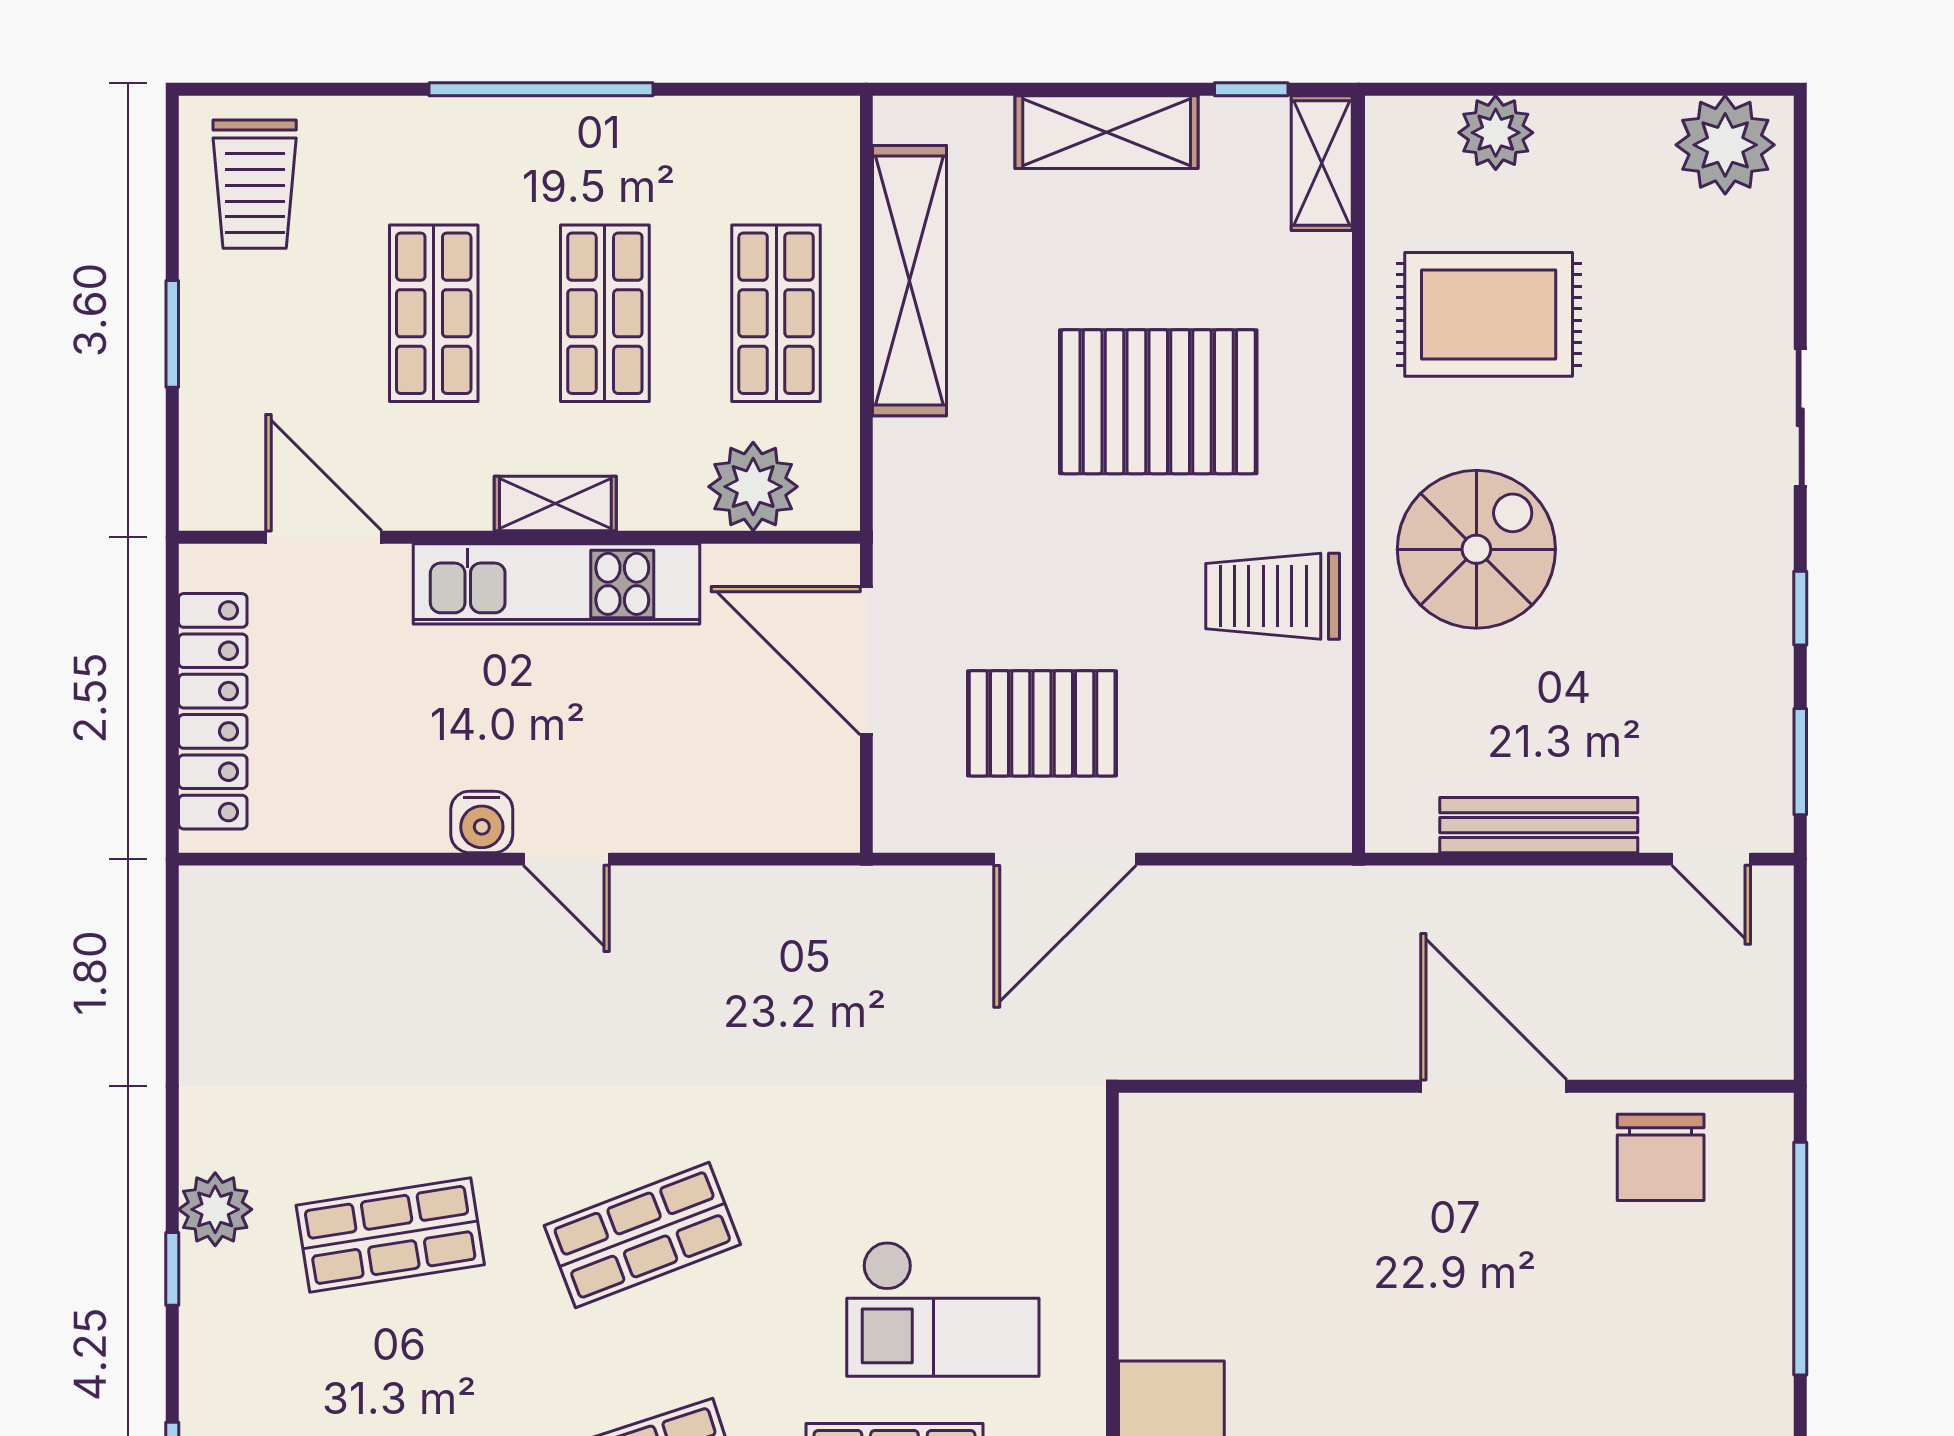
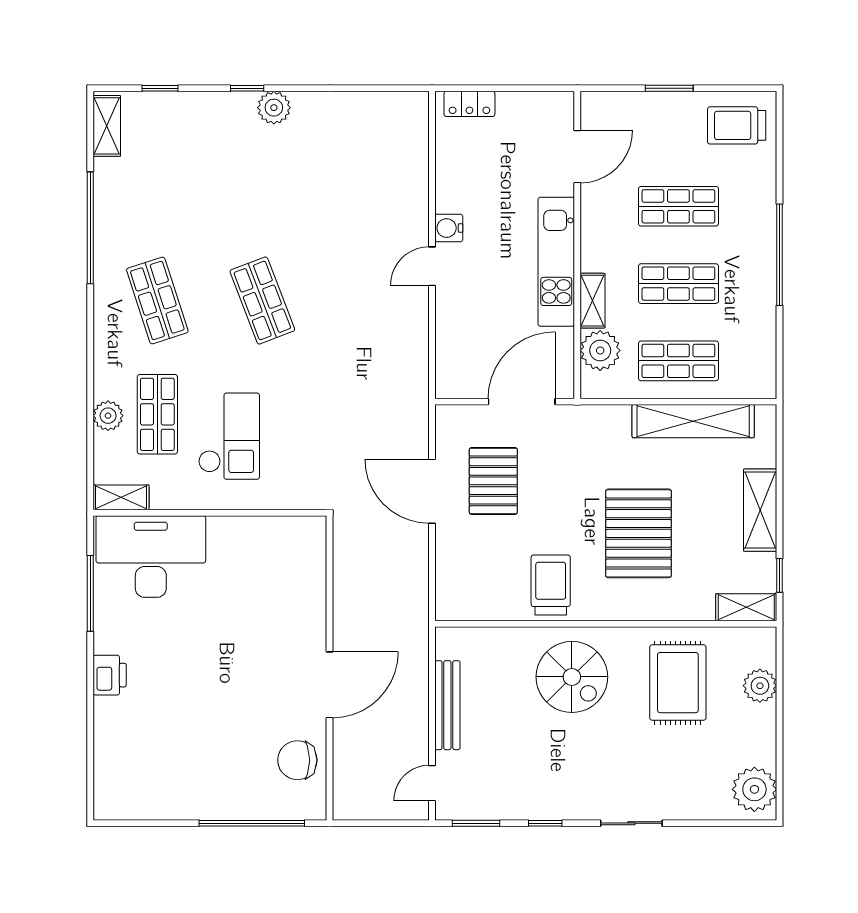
shelving: (555, 504) -> (593, 301), moved
locker: (213, 711) -> (469, 104), width x0.46, depth x0.83
shop shelf: (390, 1235) -> (262, 187), removed
checkout: (943, 1309) -> (229, 436), turned 180

